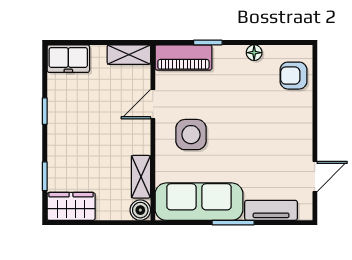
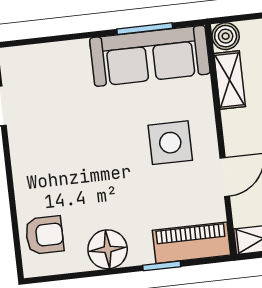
floor lamp: (254, 53) -> (108, 249), width x1.89, depth x1.89
tv unit: (271, 210) -> (54, 55), removed
window: (233, 223) -> (145, 29), moved

